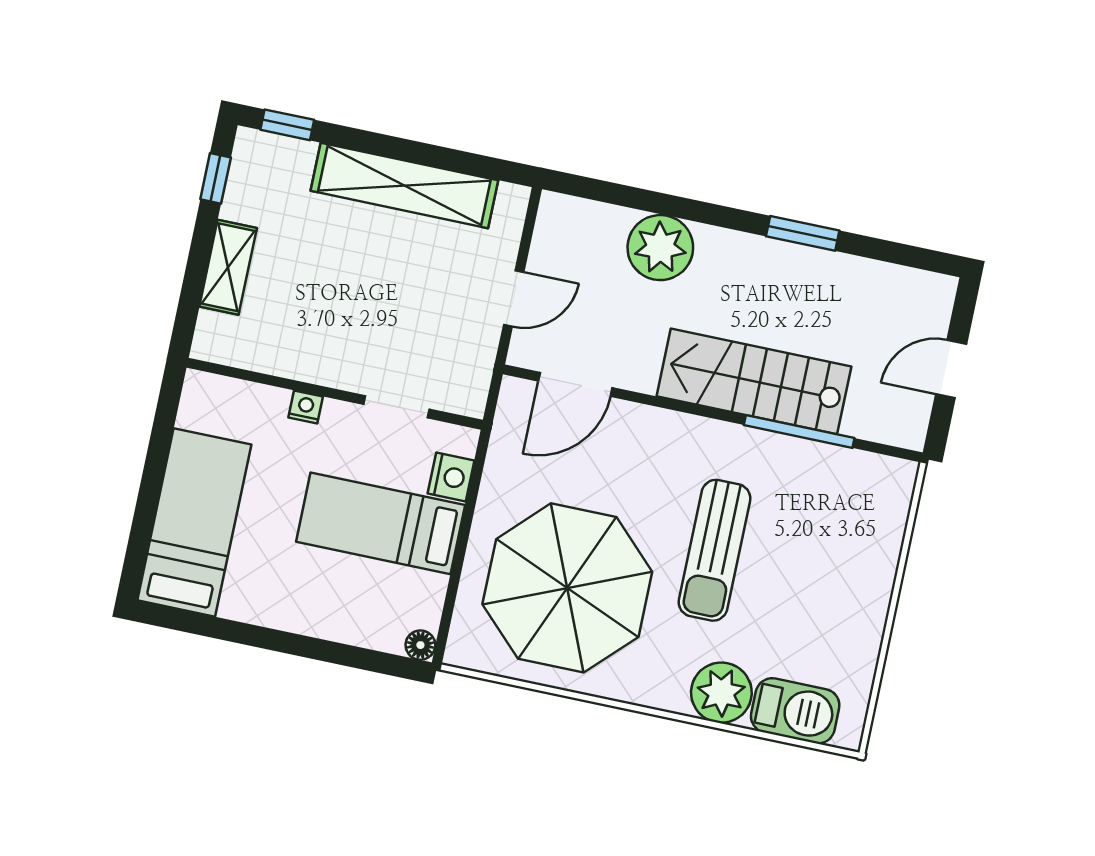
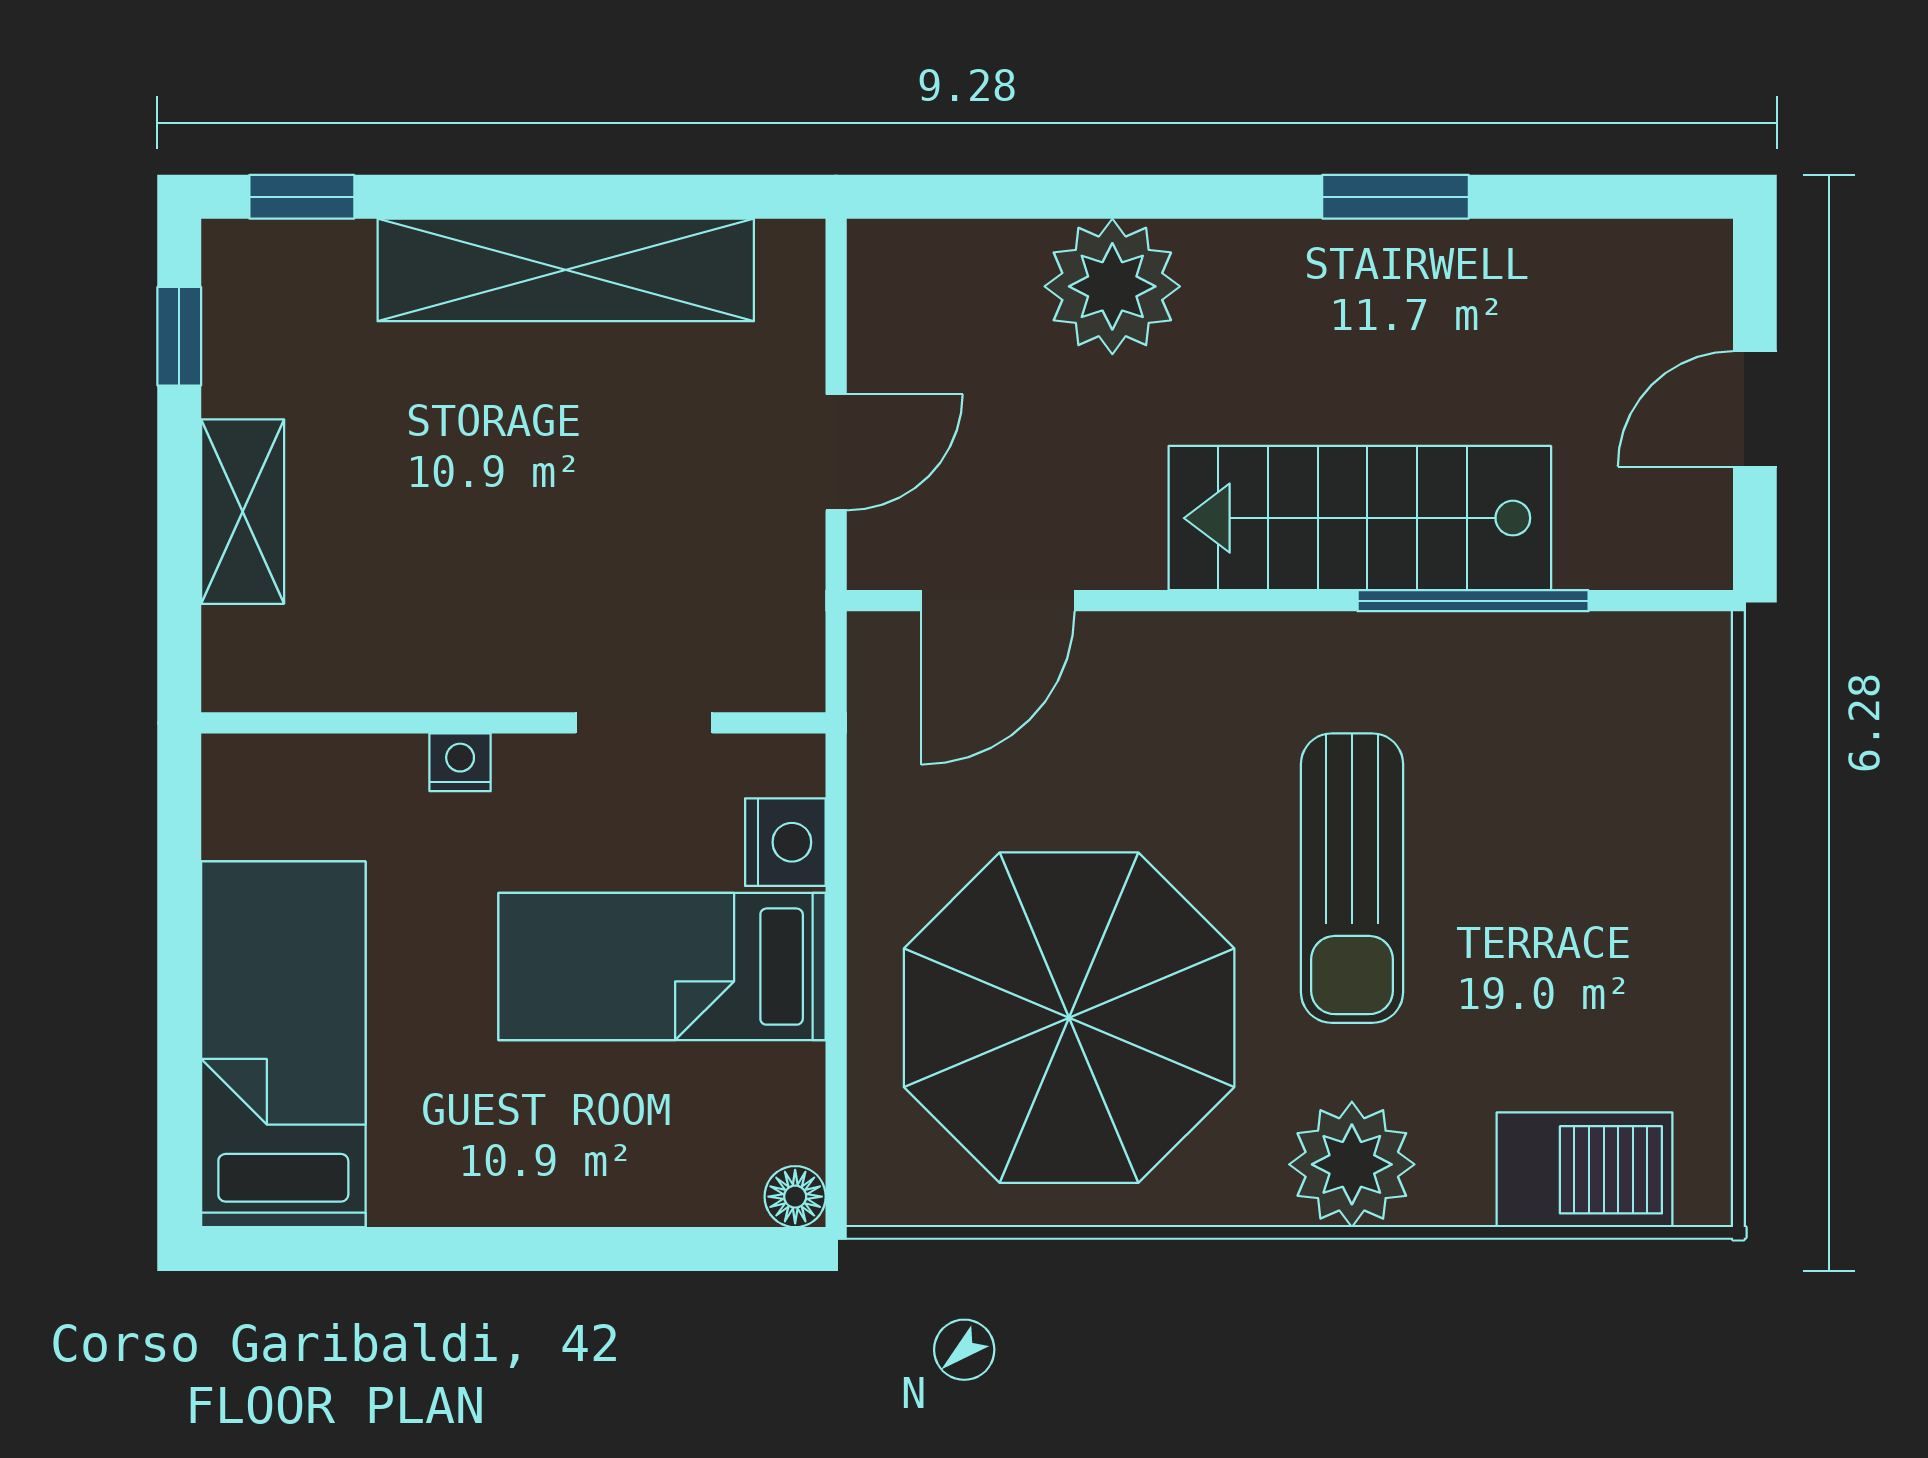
plant: (721, 693) -> (1352, 1164), moved

